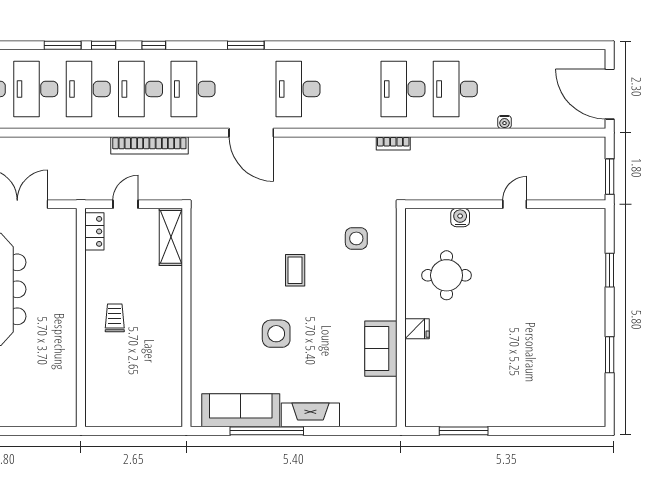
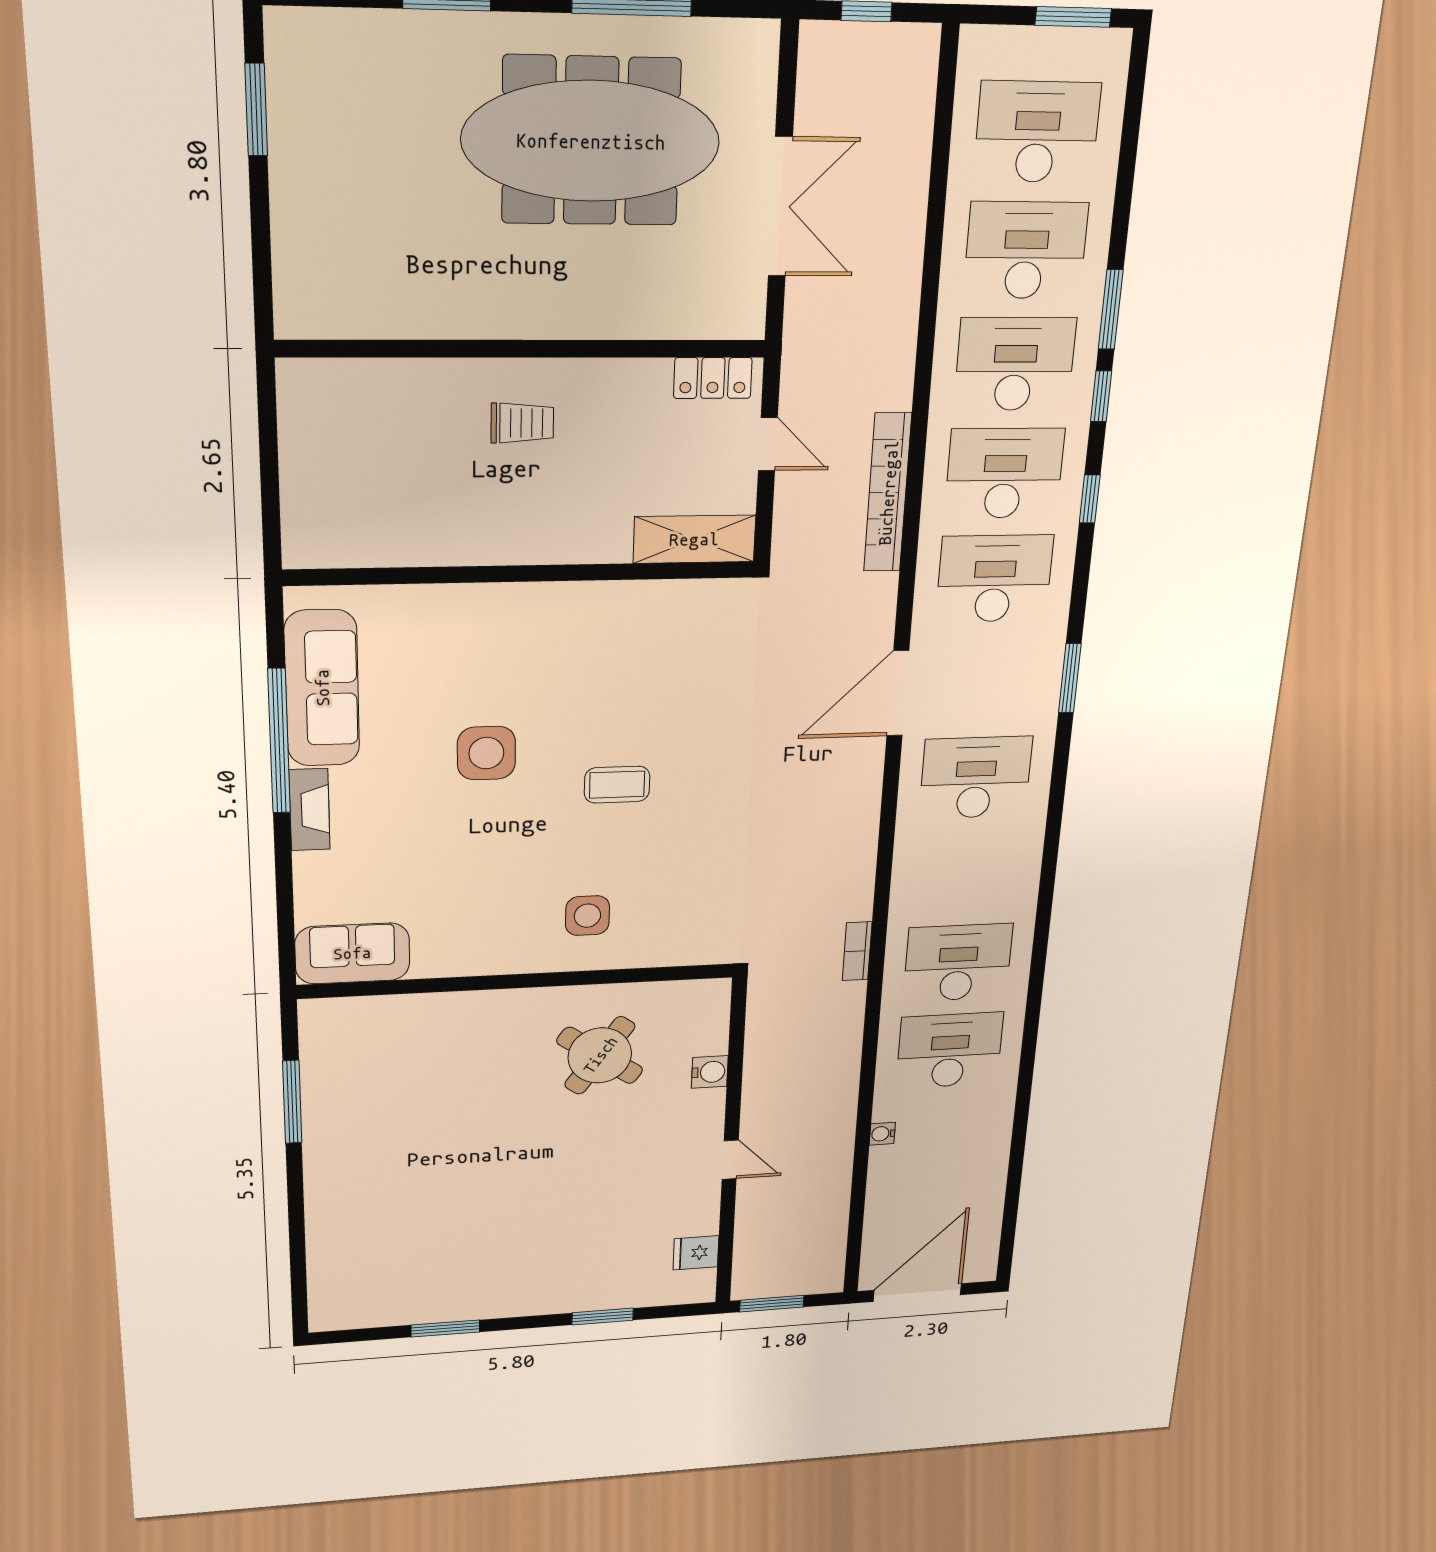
side table: (356, 238) -> (587, 916), moved
round table: (447, 275) -> (600, 1055), turned 35
fridge: (417, 329) -> (696, 1253), moved, turned 90
sofa: (381, 349) -> (352, 953), moved
fireplace: (310, 415) -> (309, 810), width x0.73, depth x0.76

